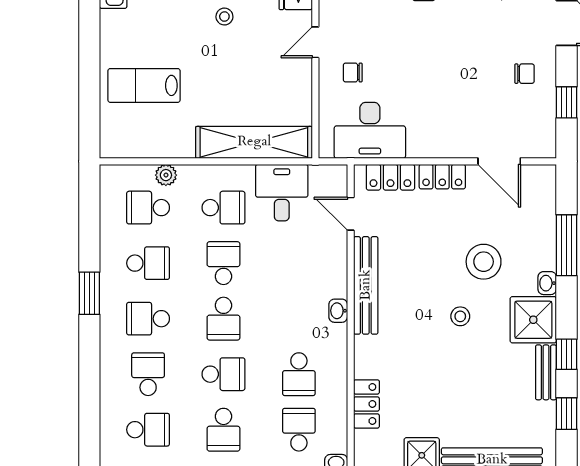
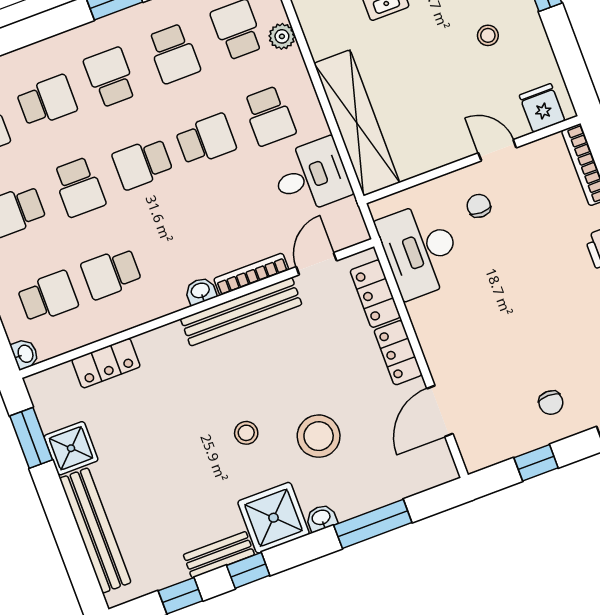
bookcase: (340, 267) -> (251, 274), added

